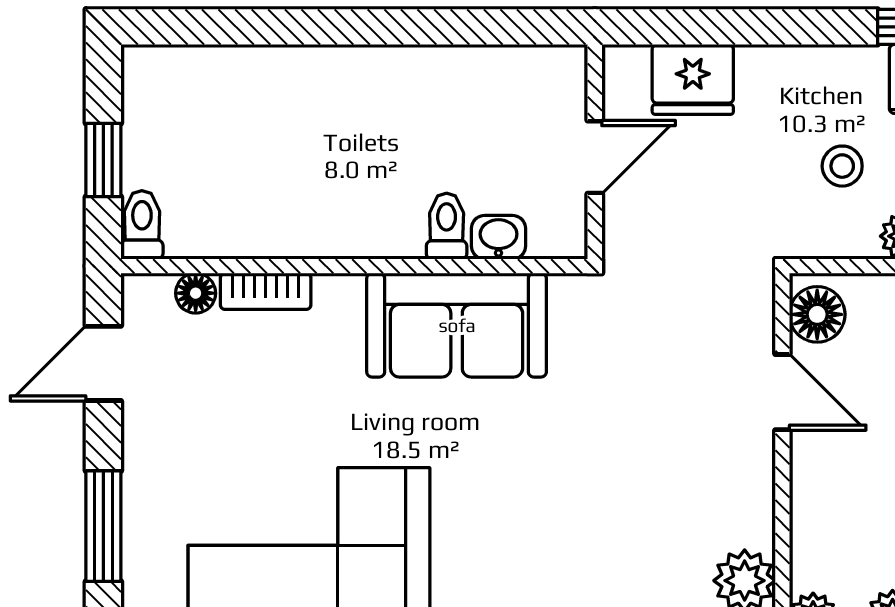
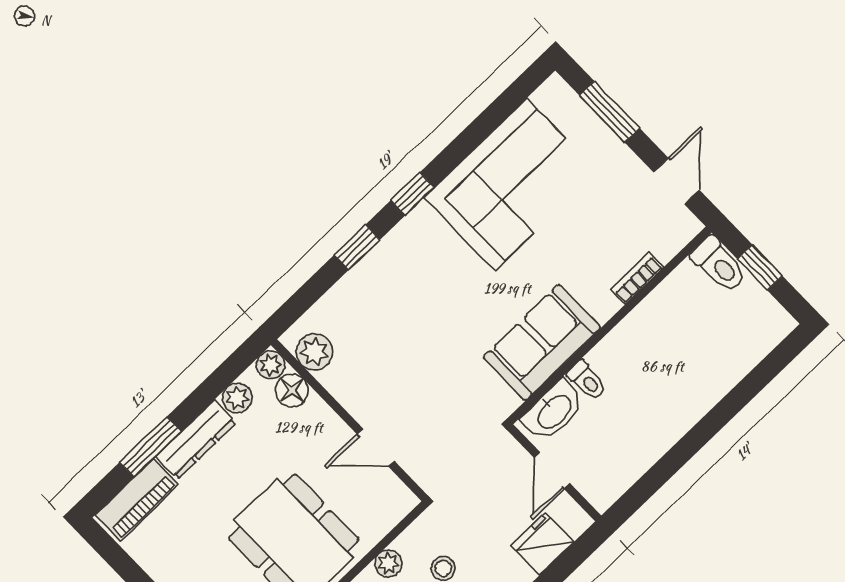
toilet: (142, 225) -> (719, 265), width x1.37, depth x1.39
washbasin: (499, 237) -> (554, 411), width x1.91, depth x1.45
floor lamp: (196, 293) -> (666, 249), removed
floor lamp: (817, 314) -> (292, 390), moved

